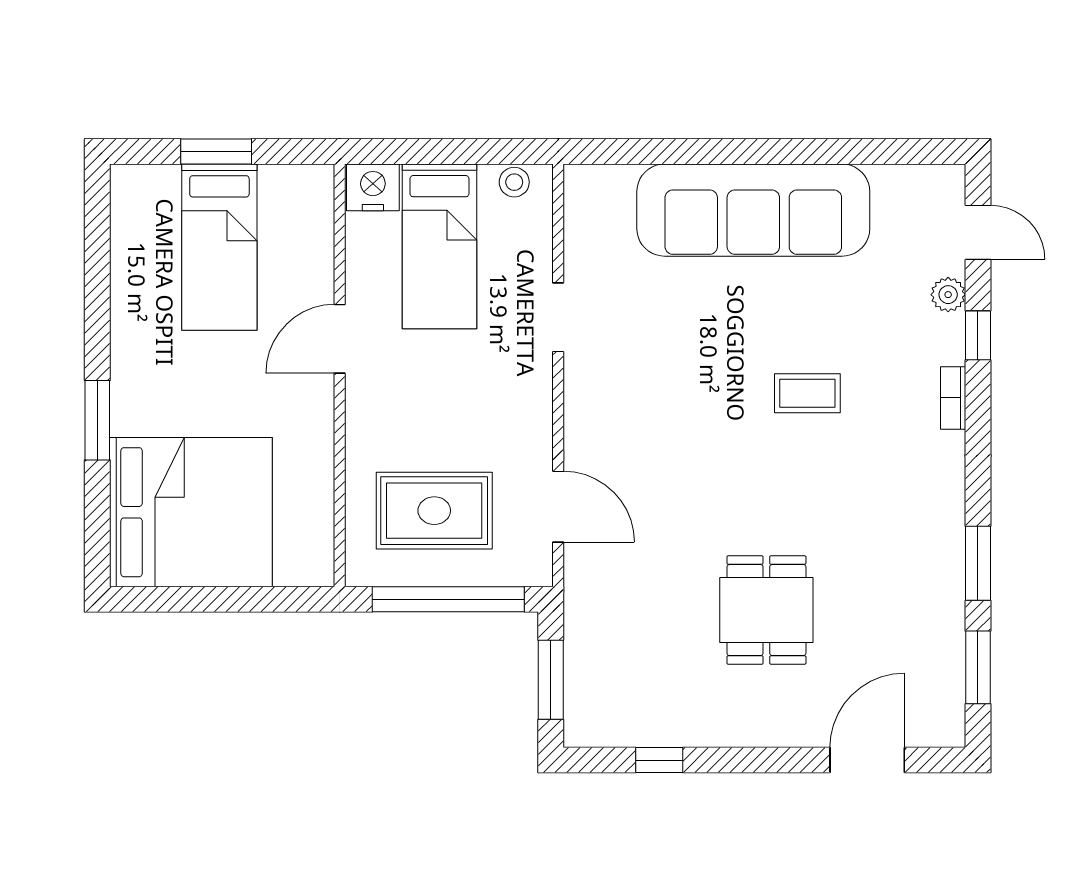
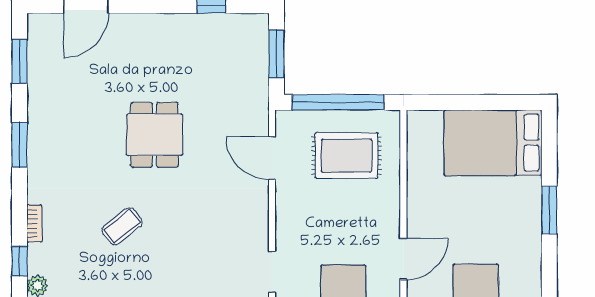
coffee table: (807, 393) -> (122, 226), turned -38
bed: (191, 512) -> (493, 143), width x0.73
window: (978, 563) -> (20, 145), moved
dining table: (766, 610) -> (154, 135), moved

